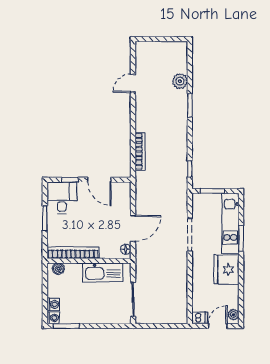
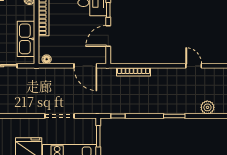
plant: (180, 81) -> (207, 107), moved
door: (133, 228) -> (85, 66), moved

